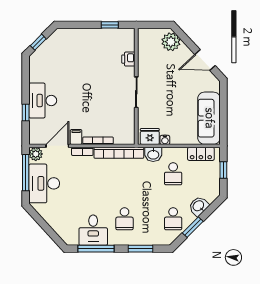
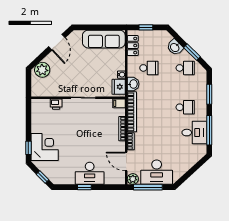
window: (110, 25) -> (28, 148), moved
corner desk: (75, 45) -> (45, 147), added
window: (26, 113) -> (84, 187), moved
filing cabinet: (76, 137) -> (119, 103), moved

